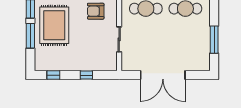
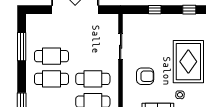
cafe table: (185, 30) -> (52, 56), added

